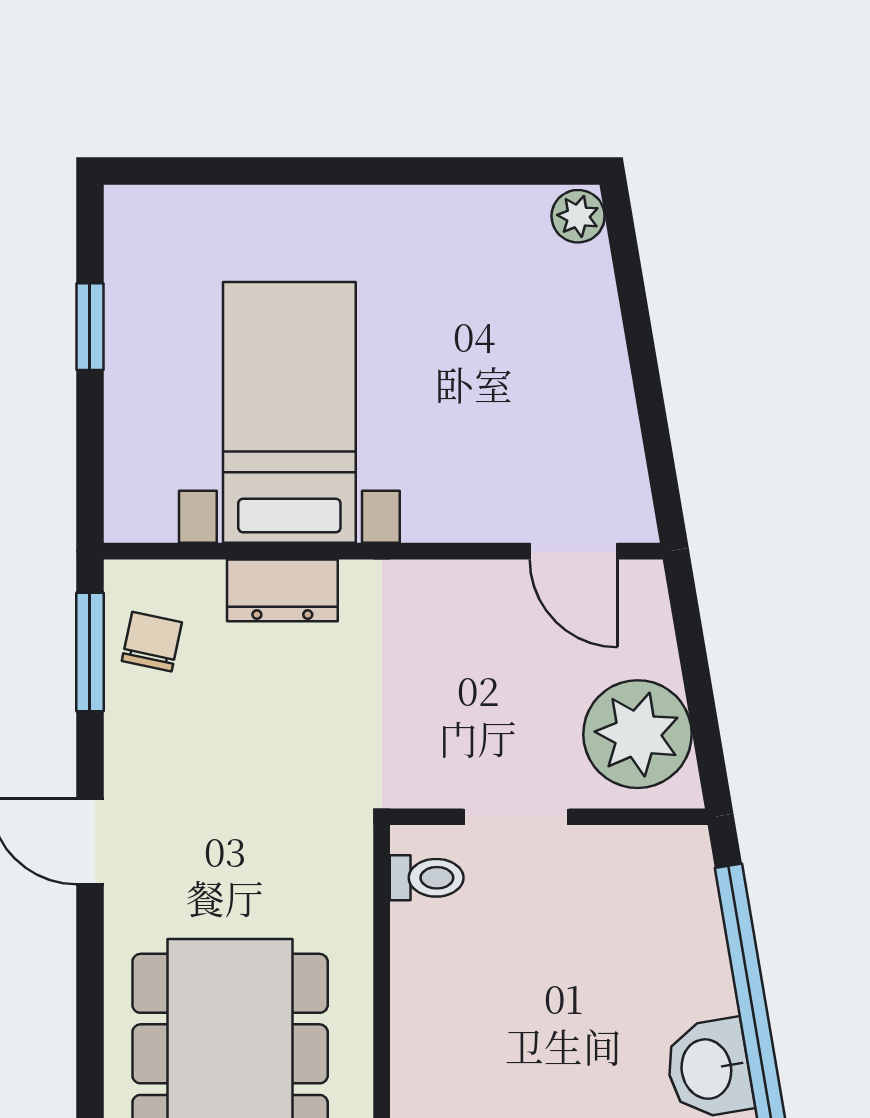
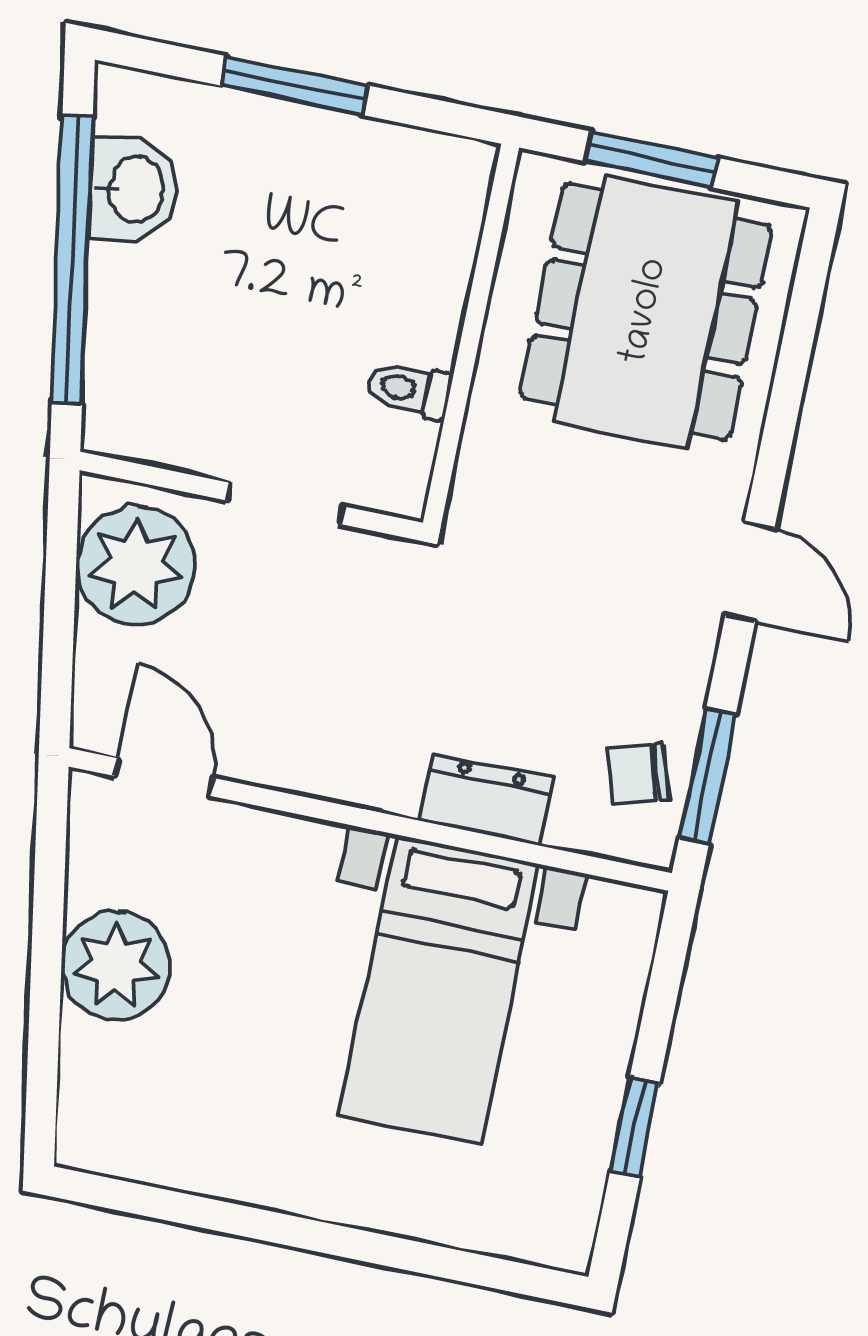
plant: (578, 216) -> (116, 965), moved, width x1.88, depth x1.88
chair: (152, 642) -> (638, 774), turned 61
toilet: (427, 878) -> (409, 389), moved

